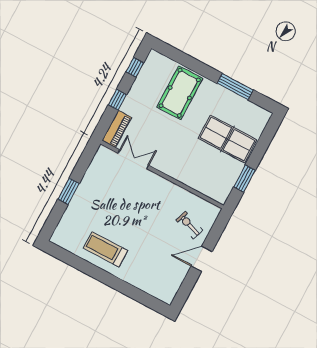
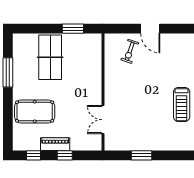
piano: (117, 129) -> (55, 144), moved
window: (69, 191) -> (142, 155), moved

